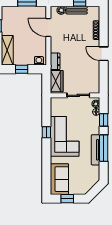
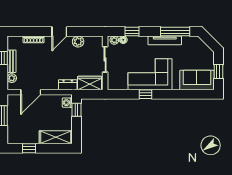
window: (22, 69) -> (76, 110), moved
plant: (94, 71) -> (78, 42), added
window: (104, 148) -> (175, 32), moved

